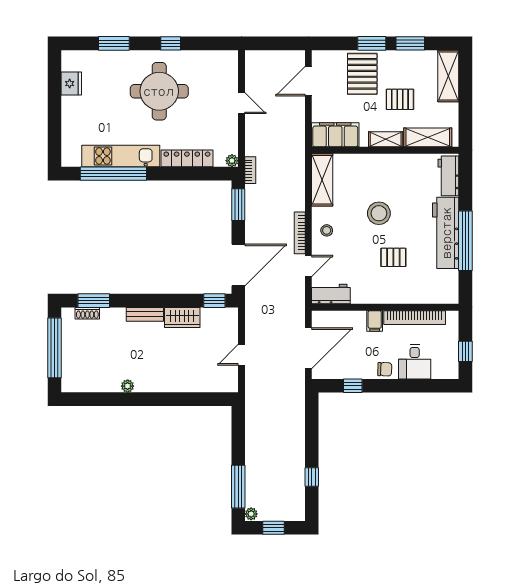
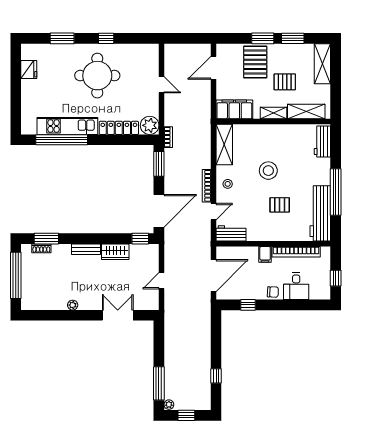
plant: (232, 161) -> (150, 125), width x1.88, depth x1.88
workbench: (446, 233) -> (320, 213), moved
double door: (185, 399) -> (118, 315), added

